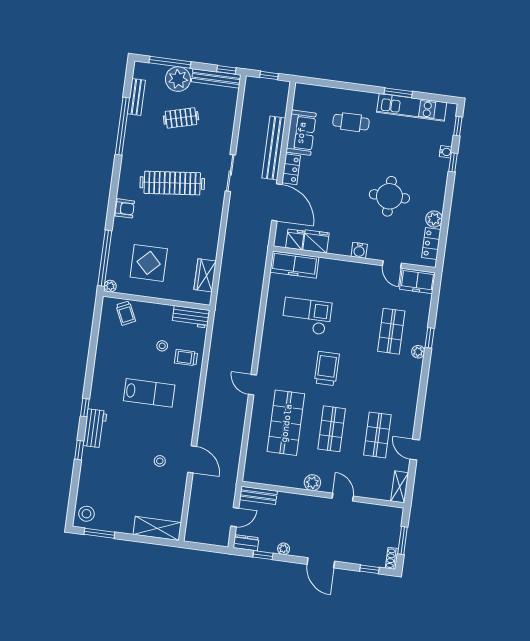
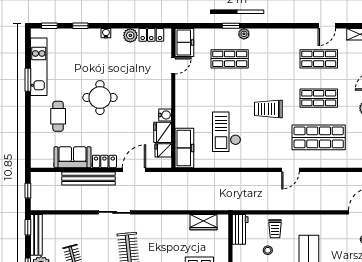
water cooler: (446, 152) -> (106, 33), moved
round table: (389, 196) -> (100, 98), moved
door: (277, 202) -> (134, 170), width x0.73
water cooler: (359, 250) -> (165, 115), moved

